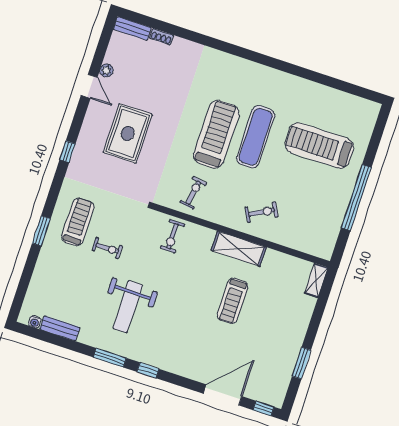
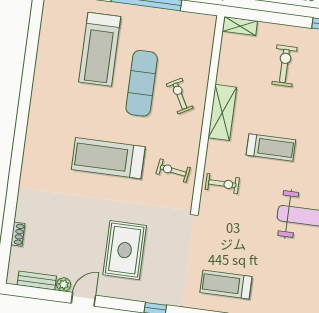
bench: (132, 29) -> (37, 281), moved, turned 90
rug: (128, 133) -> (125, 250), turned 90
exercise mat: (256, 137) -> (142, 83), moved, turned 90
exercise bike: (107, 248) -> (284, 66), moved, width x1.38, depth x1.39
treadmill: (233, 301) -> (271, 147), moved

